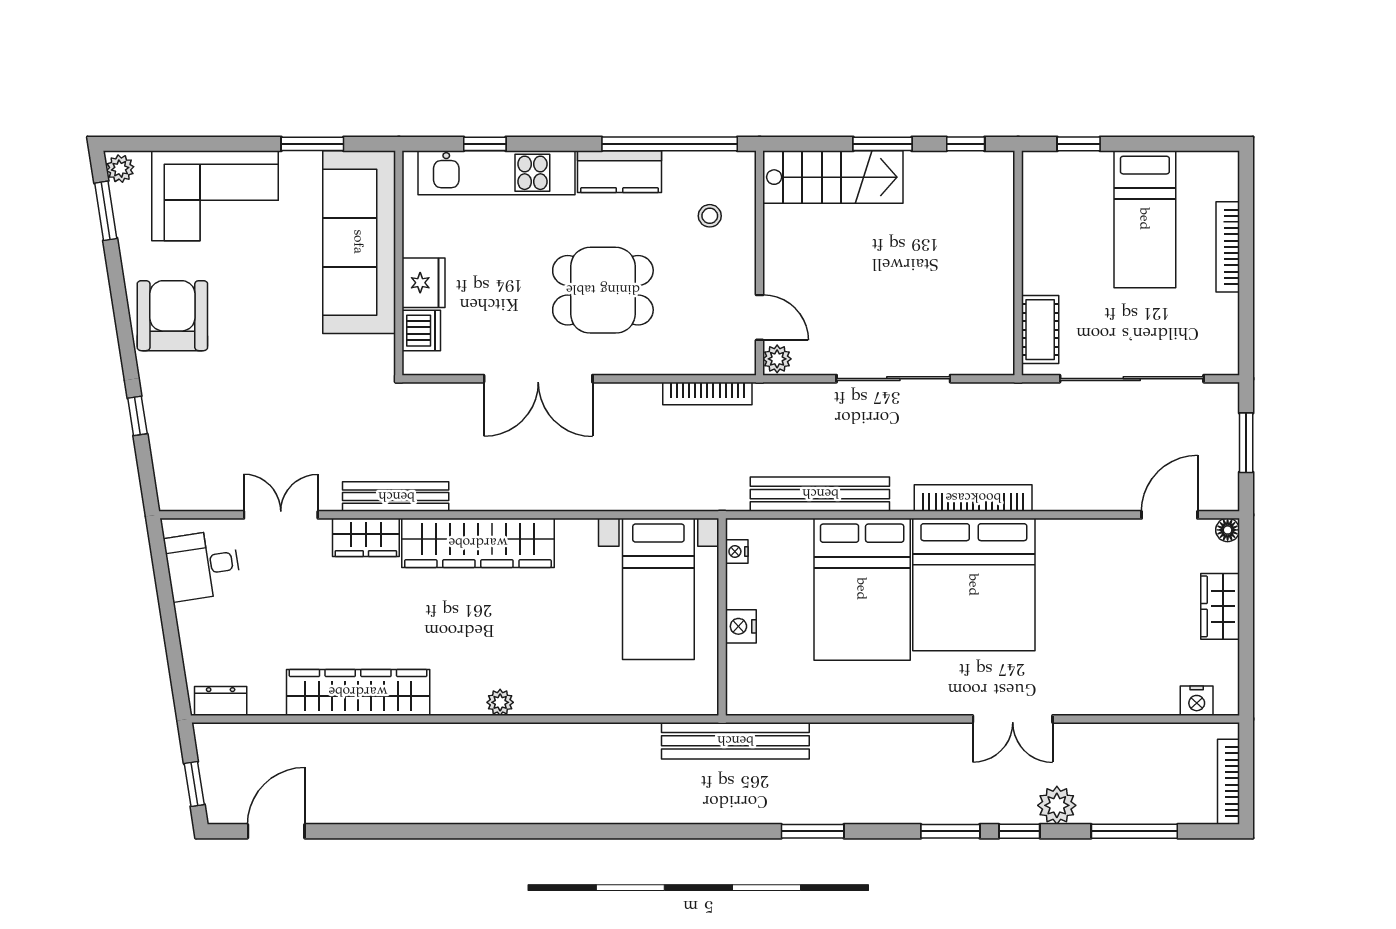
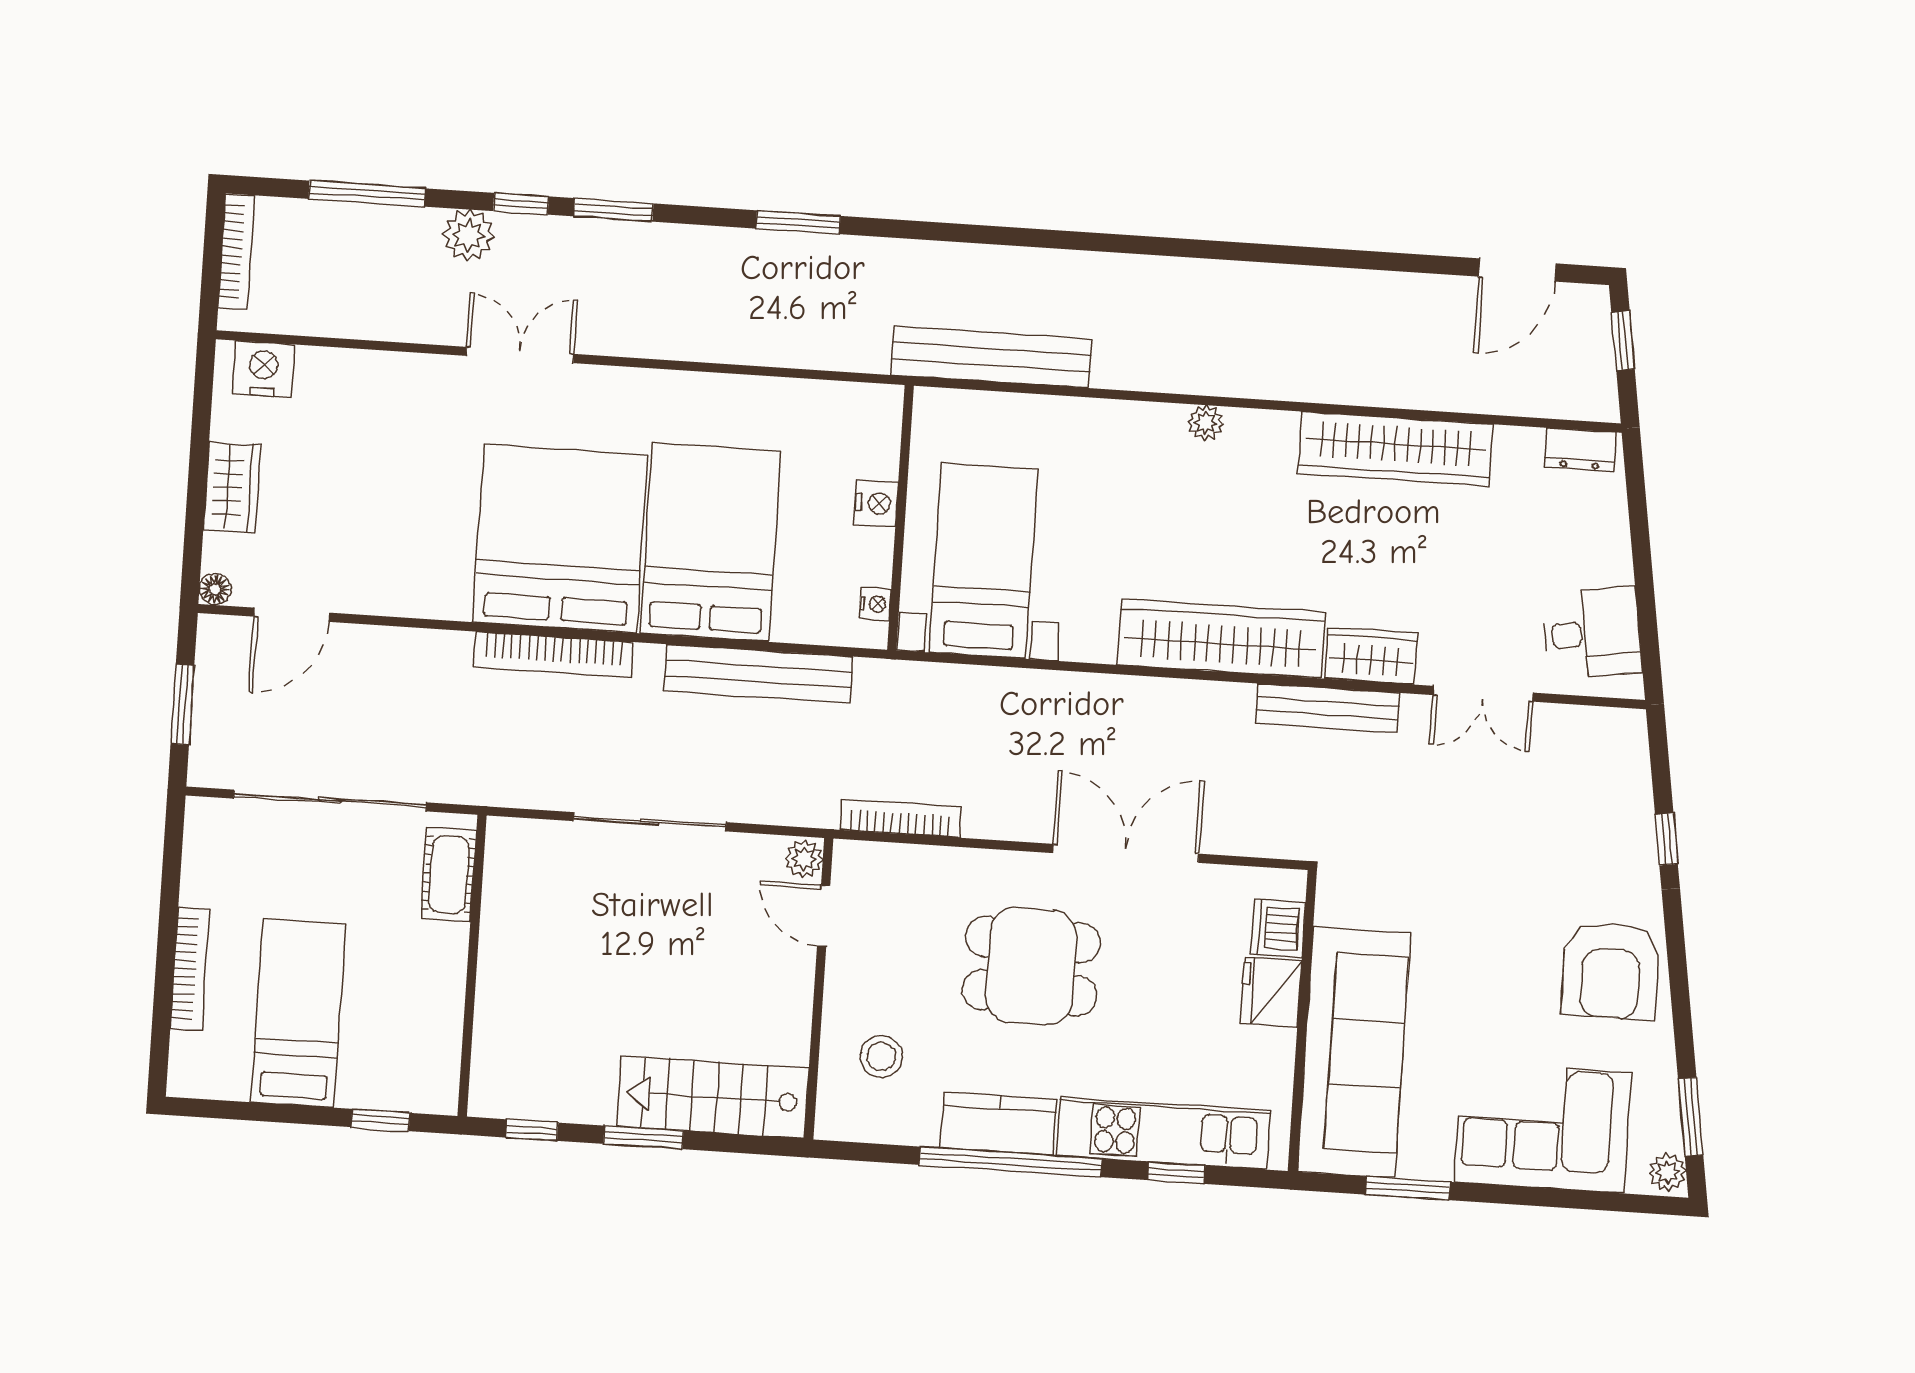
window: (670, 144) -> (1011, 1162), moved
stool: (710, 216) -> (881, 1056), width x1.37, depth x1.37
nightstand: (1197, 701) -> (263, 369), width x1.36, depth x1.33
bench: (735, 741) -> (991, 357), moved

